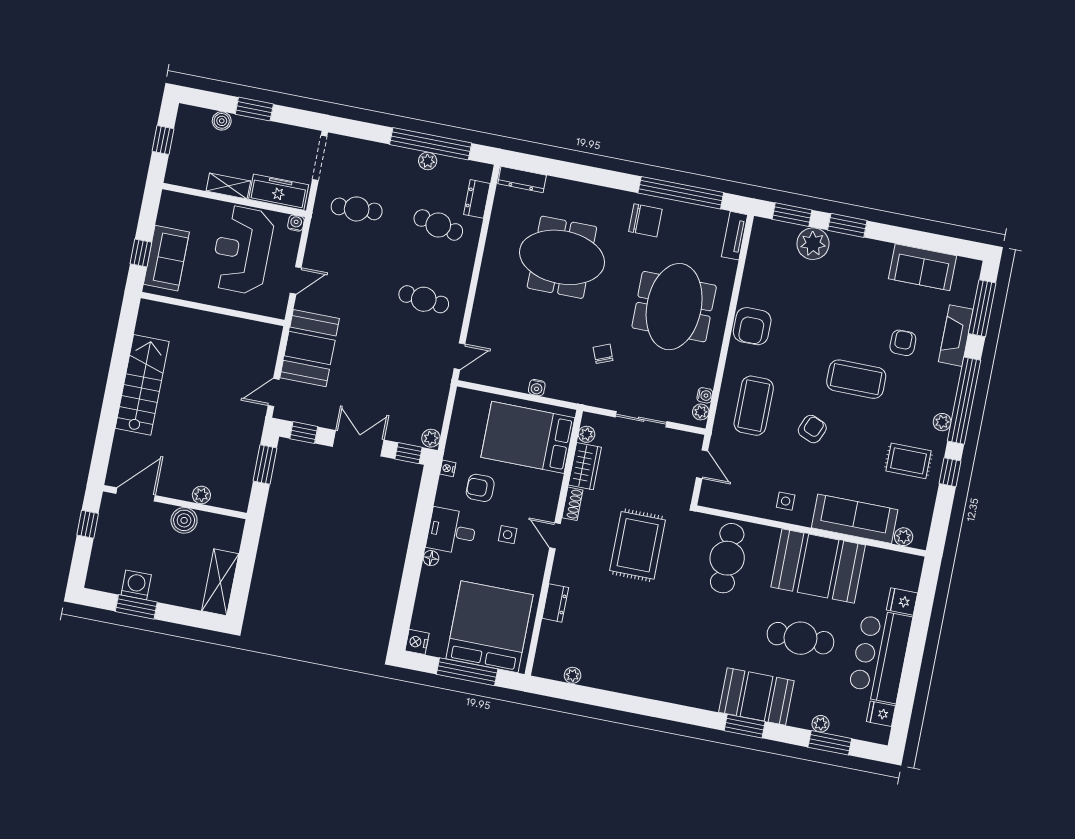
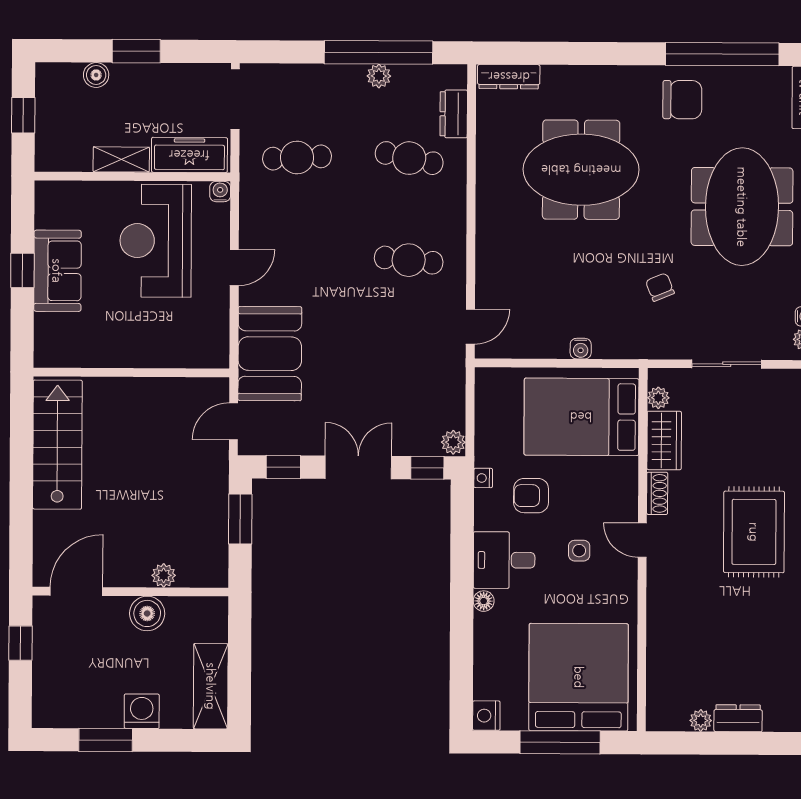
wall: (213, 309) -> (131, 373), moved
washing machine: (136, 585) -> (142, 711), moved
dresser: (555, 603) -> (738, 718), moved, turned -90

